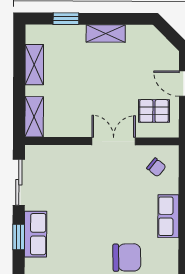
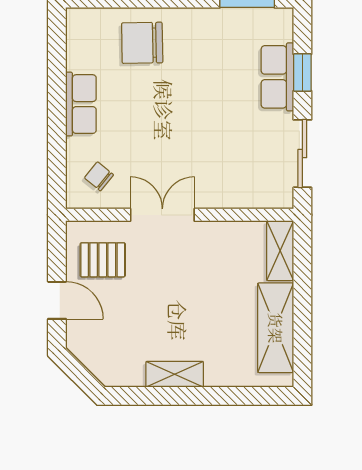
window: (66, 19) -> (234, 396), removed
shelving: (34, 65) -> (276, 328), width x1.50, depth x1.33
double door: (114, 141) -> (162, 215), swing flipped

